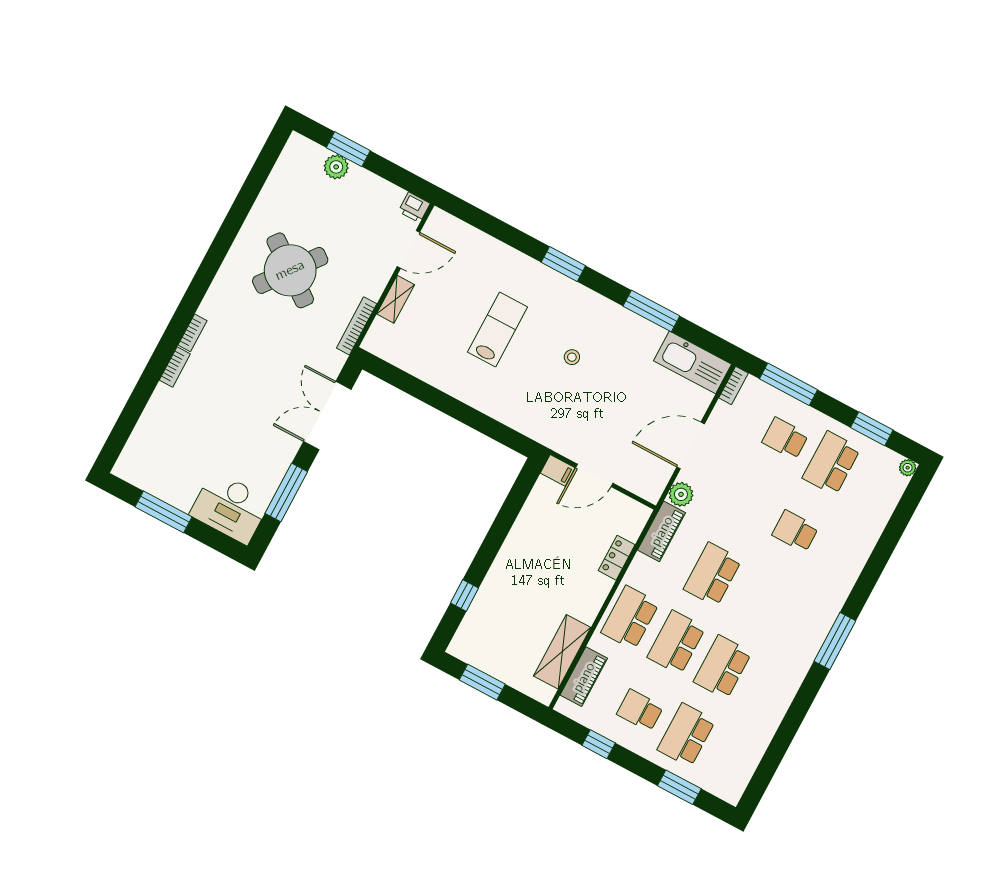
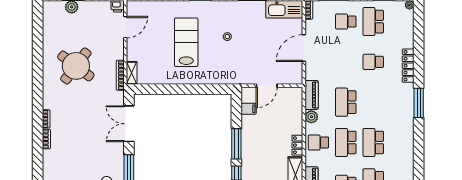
shelving: (396, 299) -> (132, 73), moved
lab bench: (498, 330) -> (186, 42), width x1.36, depth x1.39
filing cabinet: (558, 470) -> (249, 109), moved
plant: (681, 494) -> (311, 117), moved
window: (491, 546) -> (236, 144), added
locker: (617, 558) -> (297, 145), moved
locker: (851, 569) -> (408, 66), added
school desk: (630, 618) -> (318, 143), width x0.54

